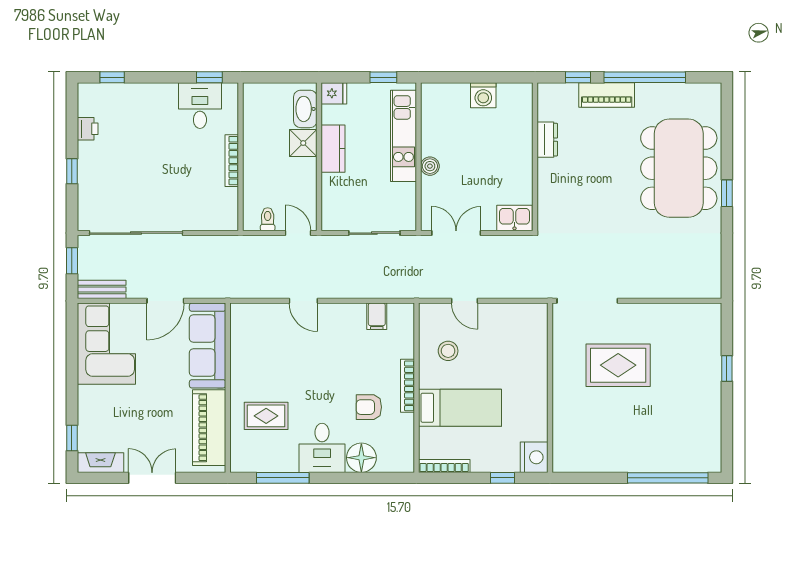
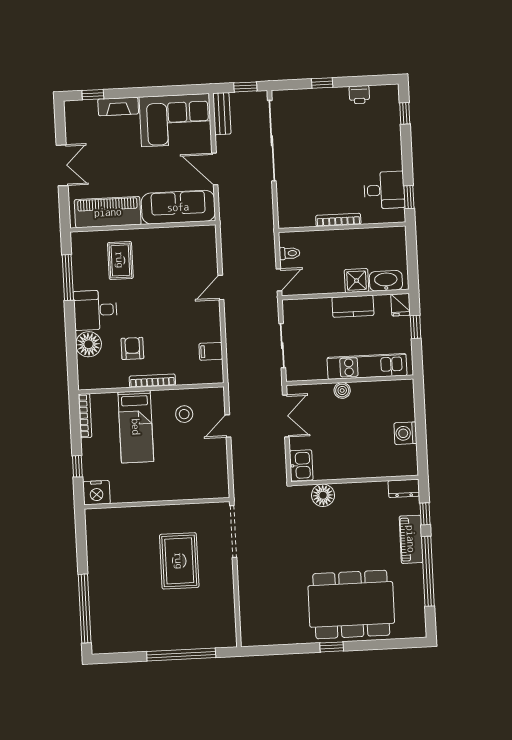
window: (383, 77) -> (416, 327), moved
dresser: (547, 140) -> (404, 488), moved
floor lamp: (550, 194) -> (323, 495), added
window: (727, 368) -> (181, 655), width x3.17
fireplace: (100, 463) -> (118, 106), moved, turned 90

